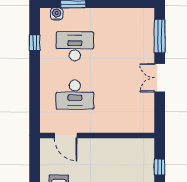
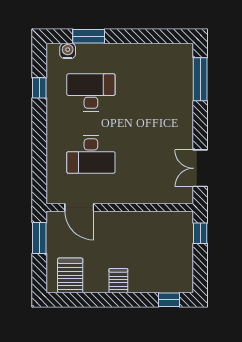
double door: (160, 78) -> (200, 168), moved
window: (35, 159) -> (39, 238), added
window: (160, 167) -> (200, 233), moved

